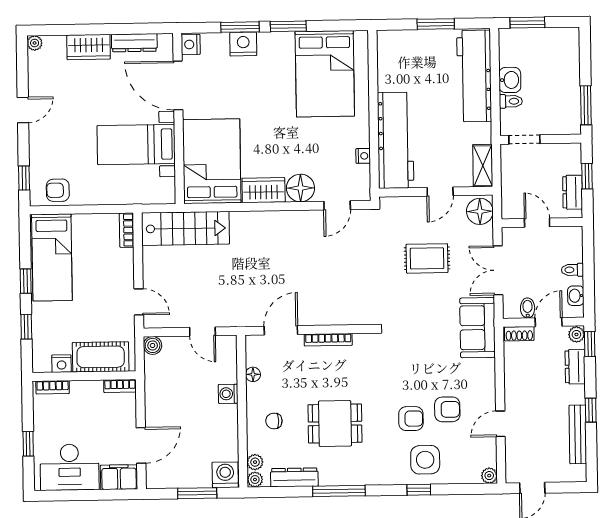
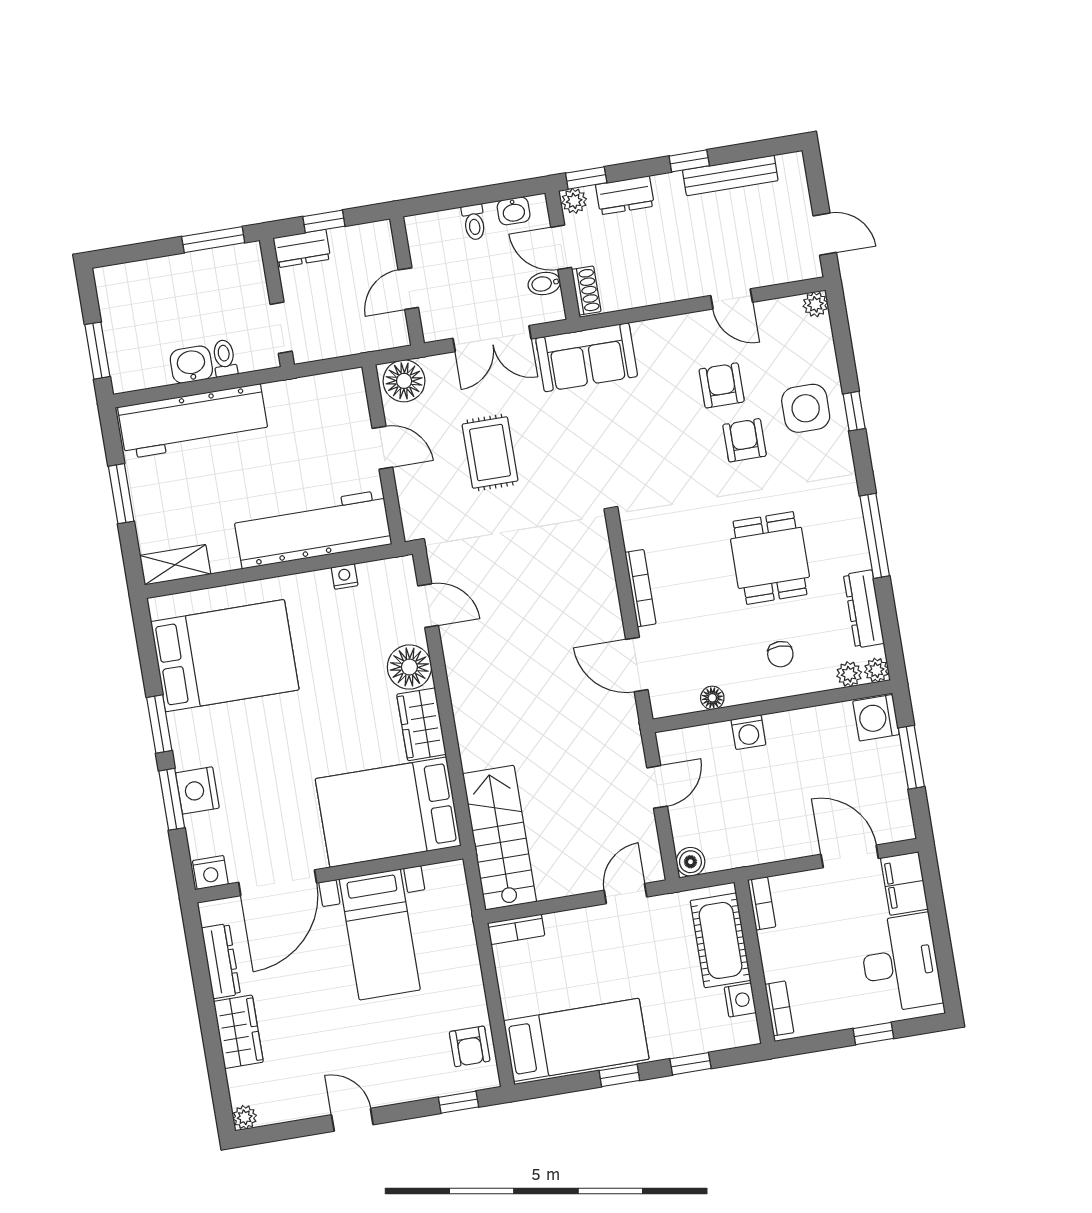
shelving: (483, 166) -> (175, 565), moved
dresser: (573, 192) -> (302, 249), moved

